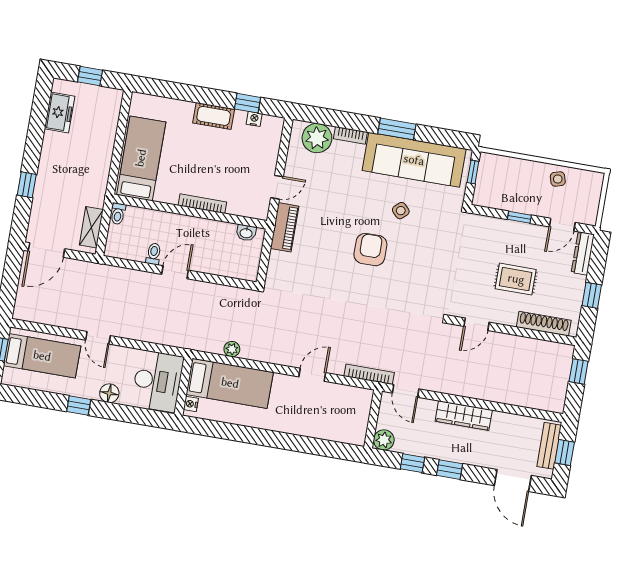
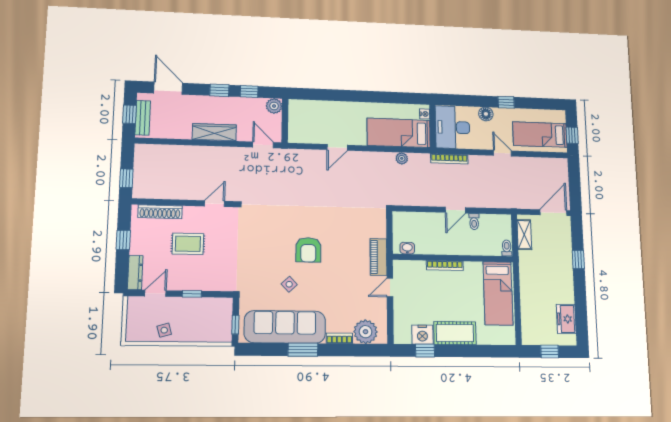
cot: (214, 116) -> (455, 333), width x1.37, depth x1.34
nightstand: (254, 119) -> (422, 335), width x1.89, depth x1.79
bookcase: (369, 374) -> (449, 159), moved

